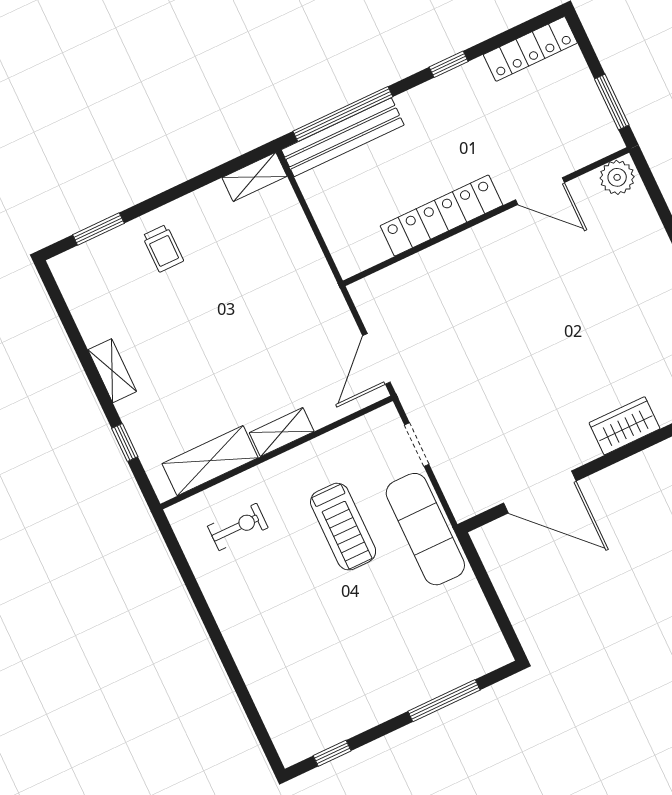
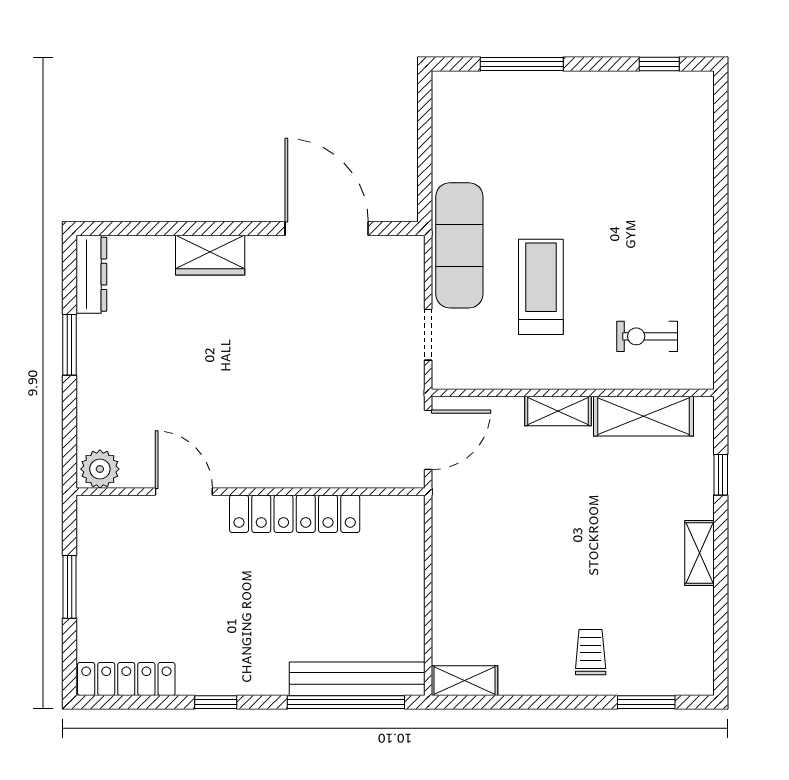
plant: (617, 177) -> (100, 469), moved
door: (540, 191) -> (184, 492), moved
locker: (442, 216) -> (295, 514), moved
wall: (486, 217) -> (250, 492), moved

